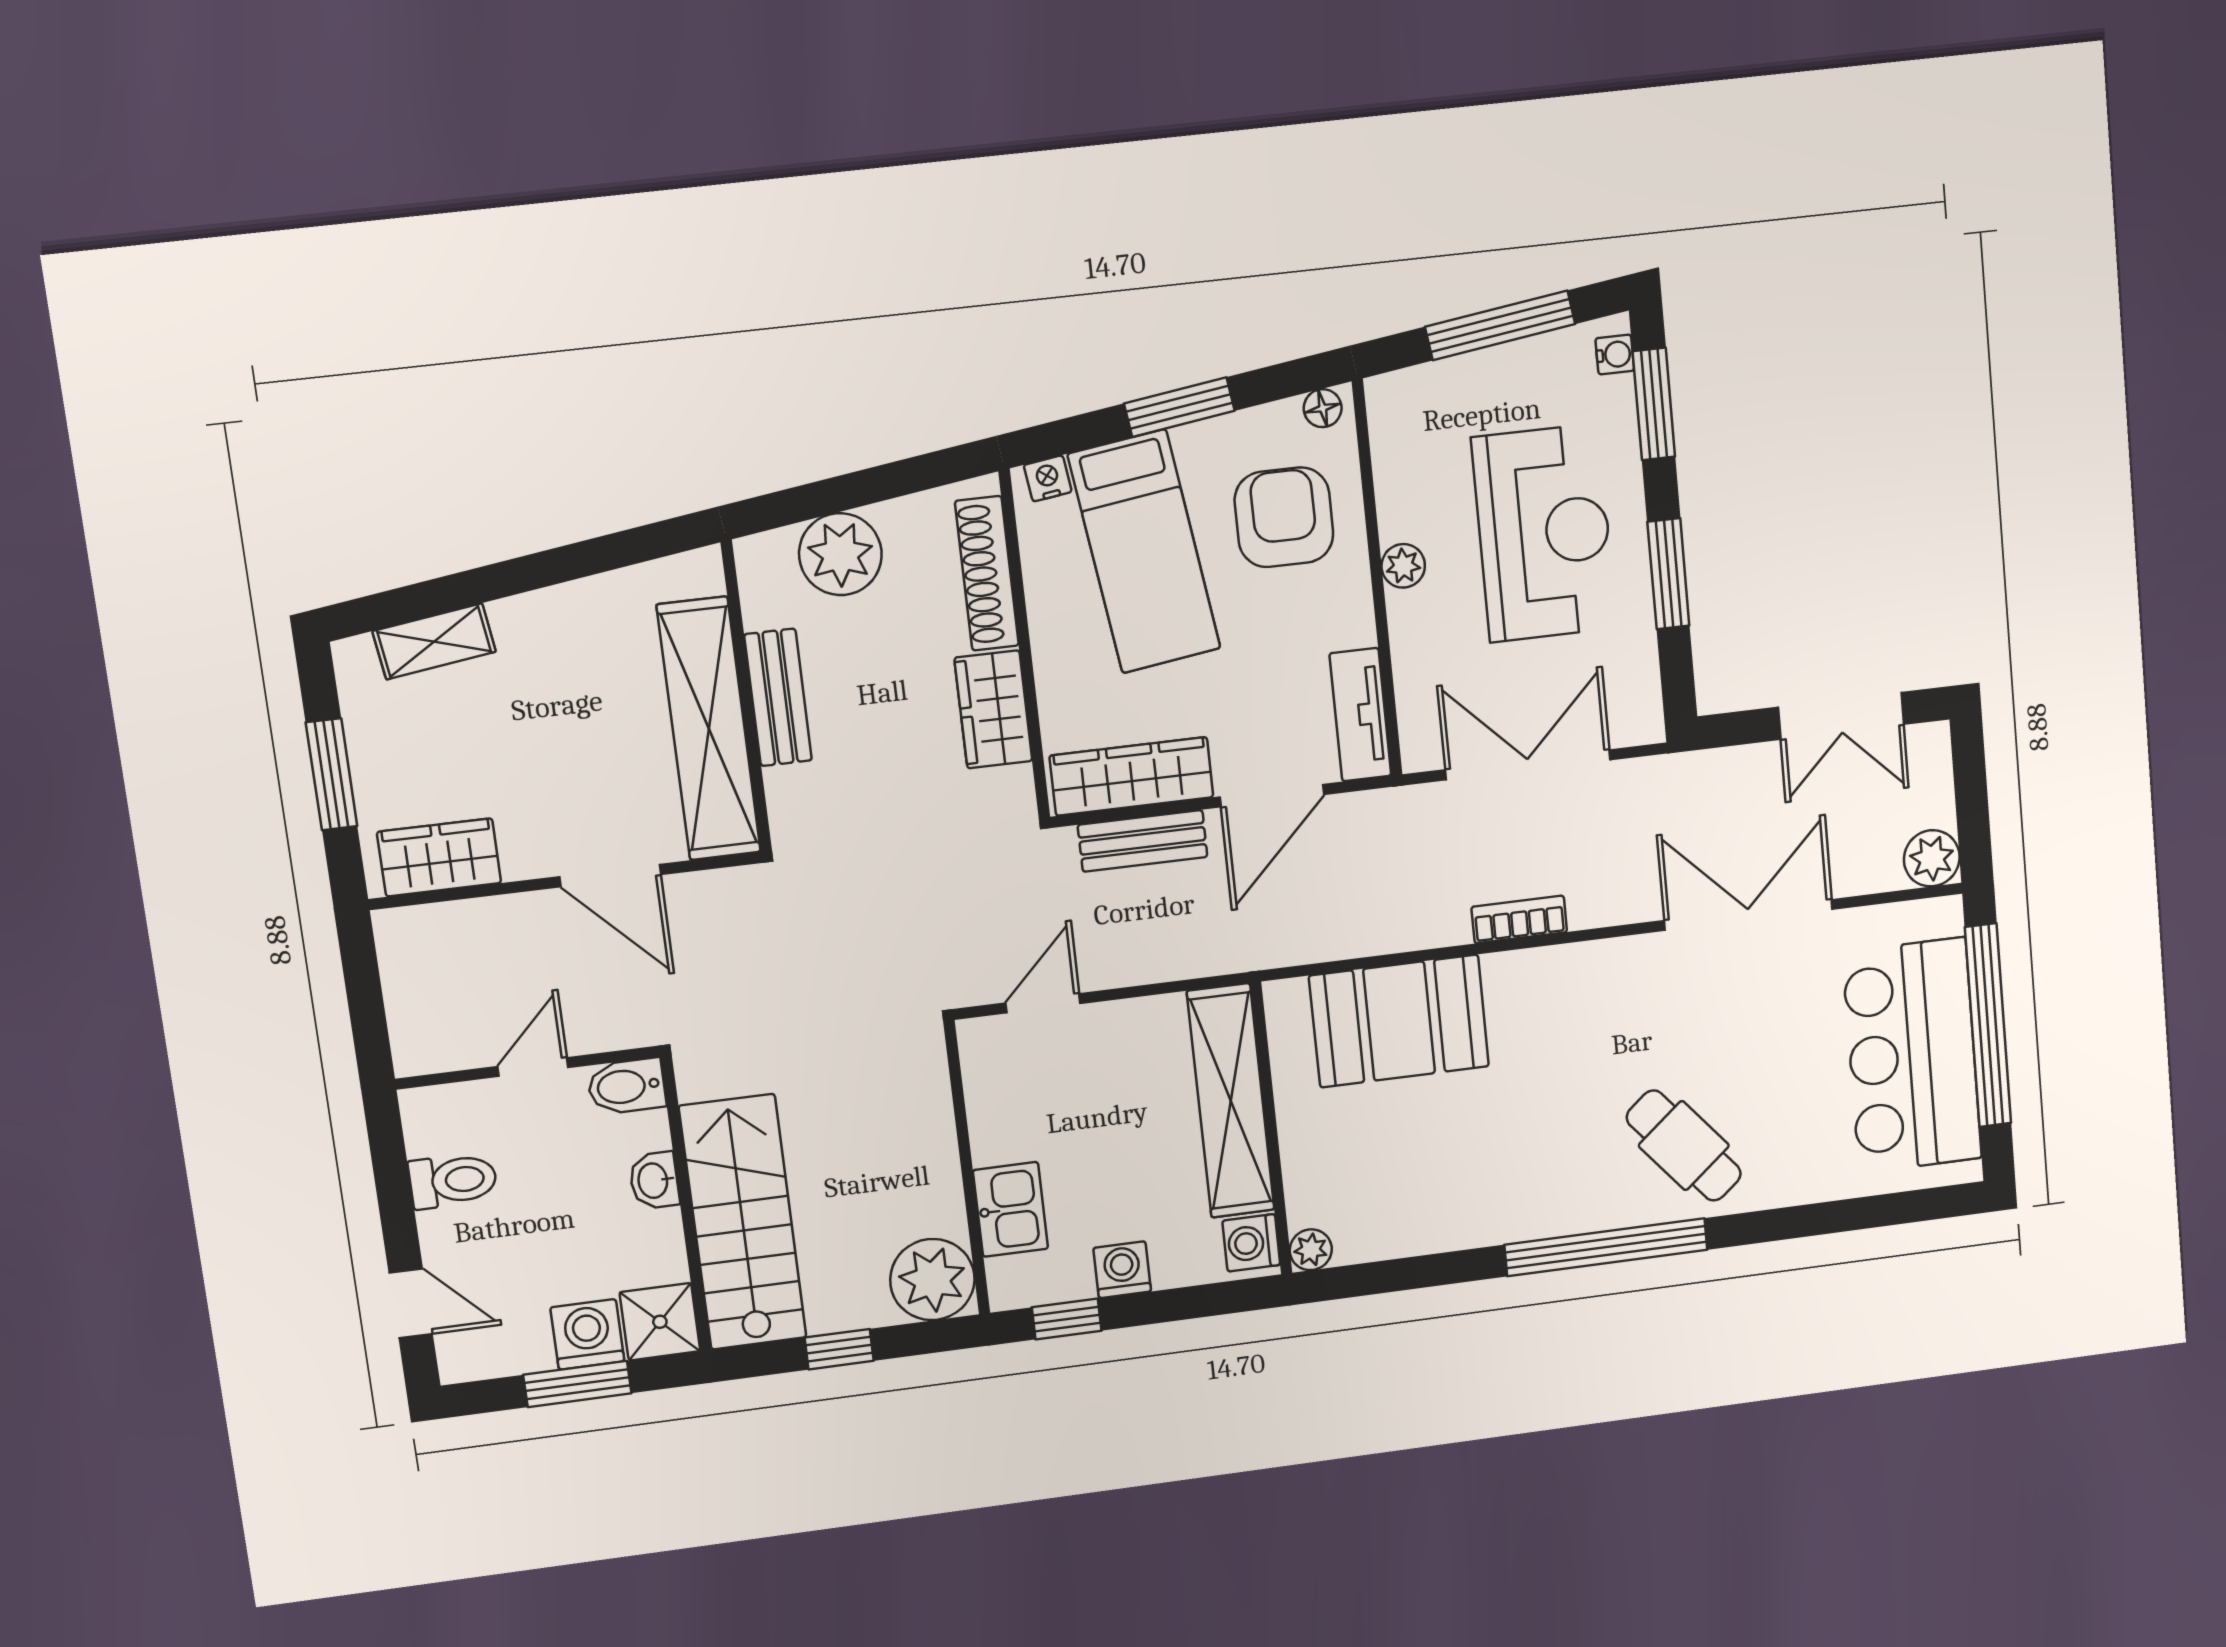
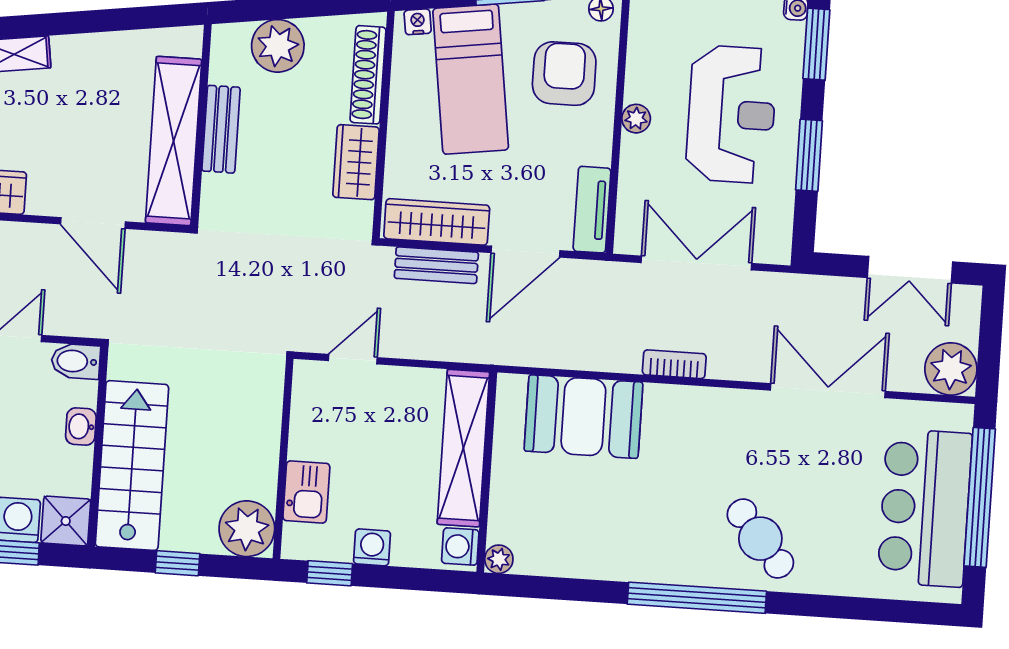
plant: (1932, 858) -> (951, 369), width x1.36, depth x1.36

